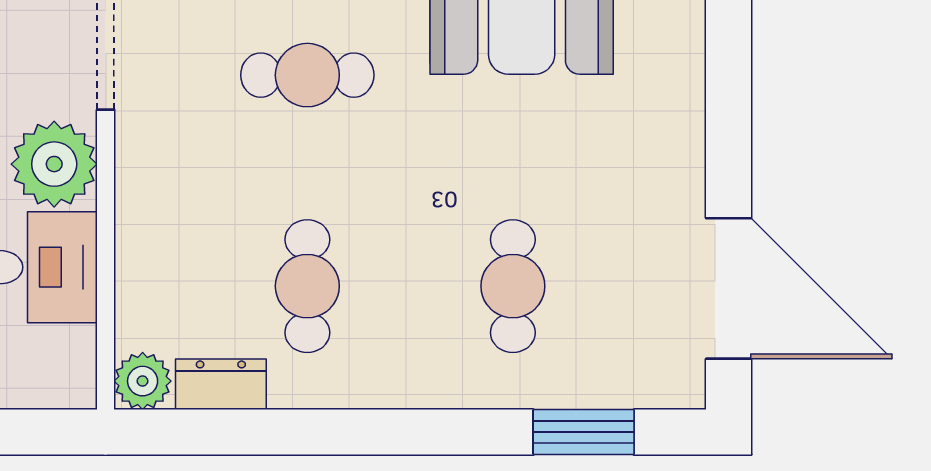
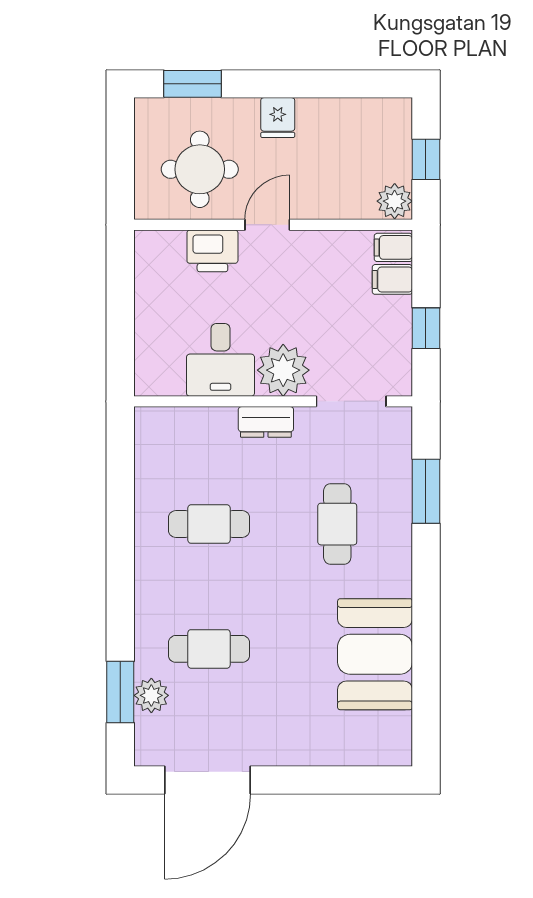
plant: (143, 381) -> (151, 695), moved
dresser: (221, 384) -> (266, 422), moved, turned 90

